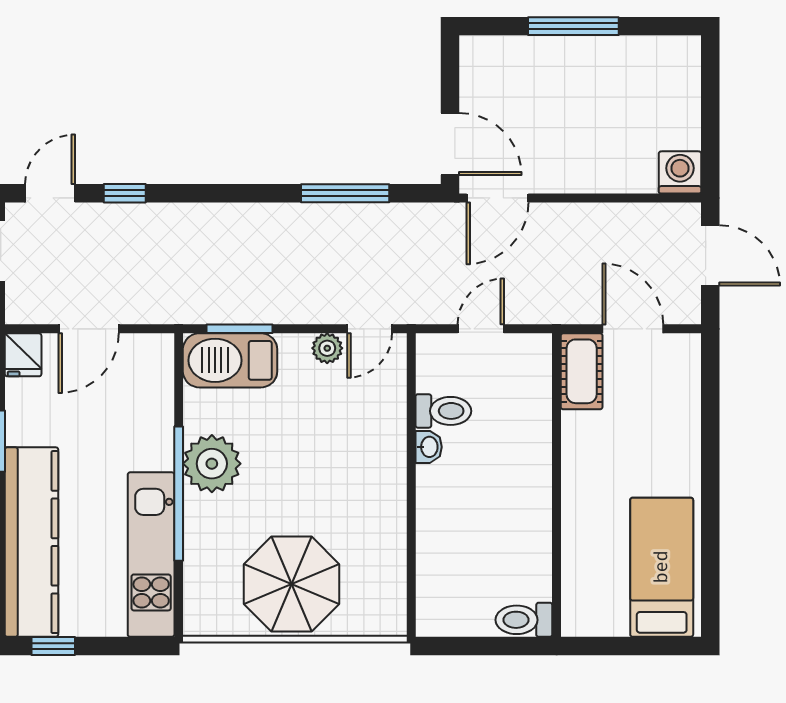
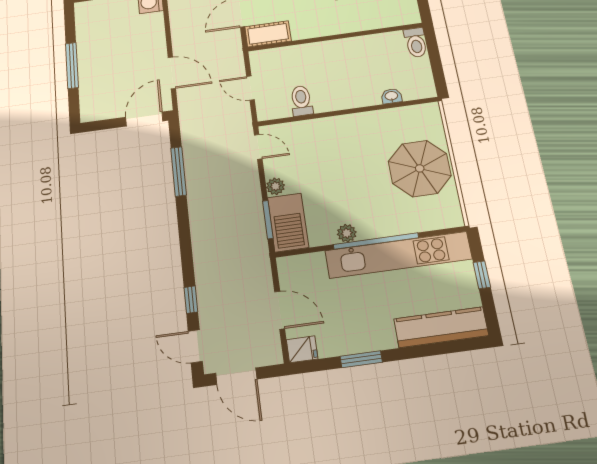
door: (498, 198) -> (172, 73), moved
plant: (327, 348) -> (275, 186), moved
washbasin: (429, 447) -> (391, 96), moved
plant: (212, 464) -> (347, 233), width x0.53, depth x0.53
kitchen counter: (31, 542) -> (441, 327), width x0.72, depth x0.86
kitchen unit: (151, 555) -> (398, 255), width x1.36
window: (53, 646) -> (482, 275), moved

